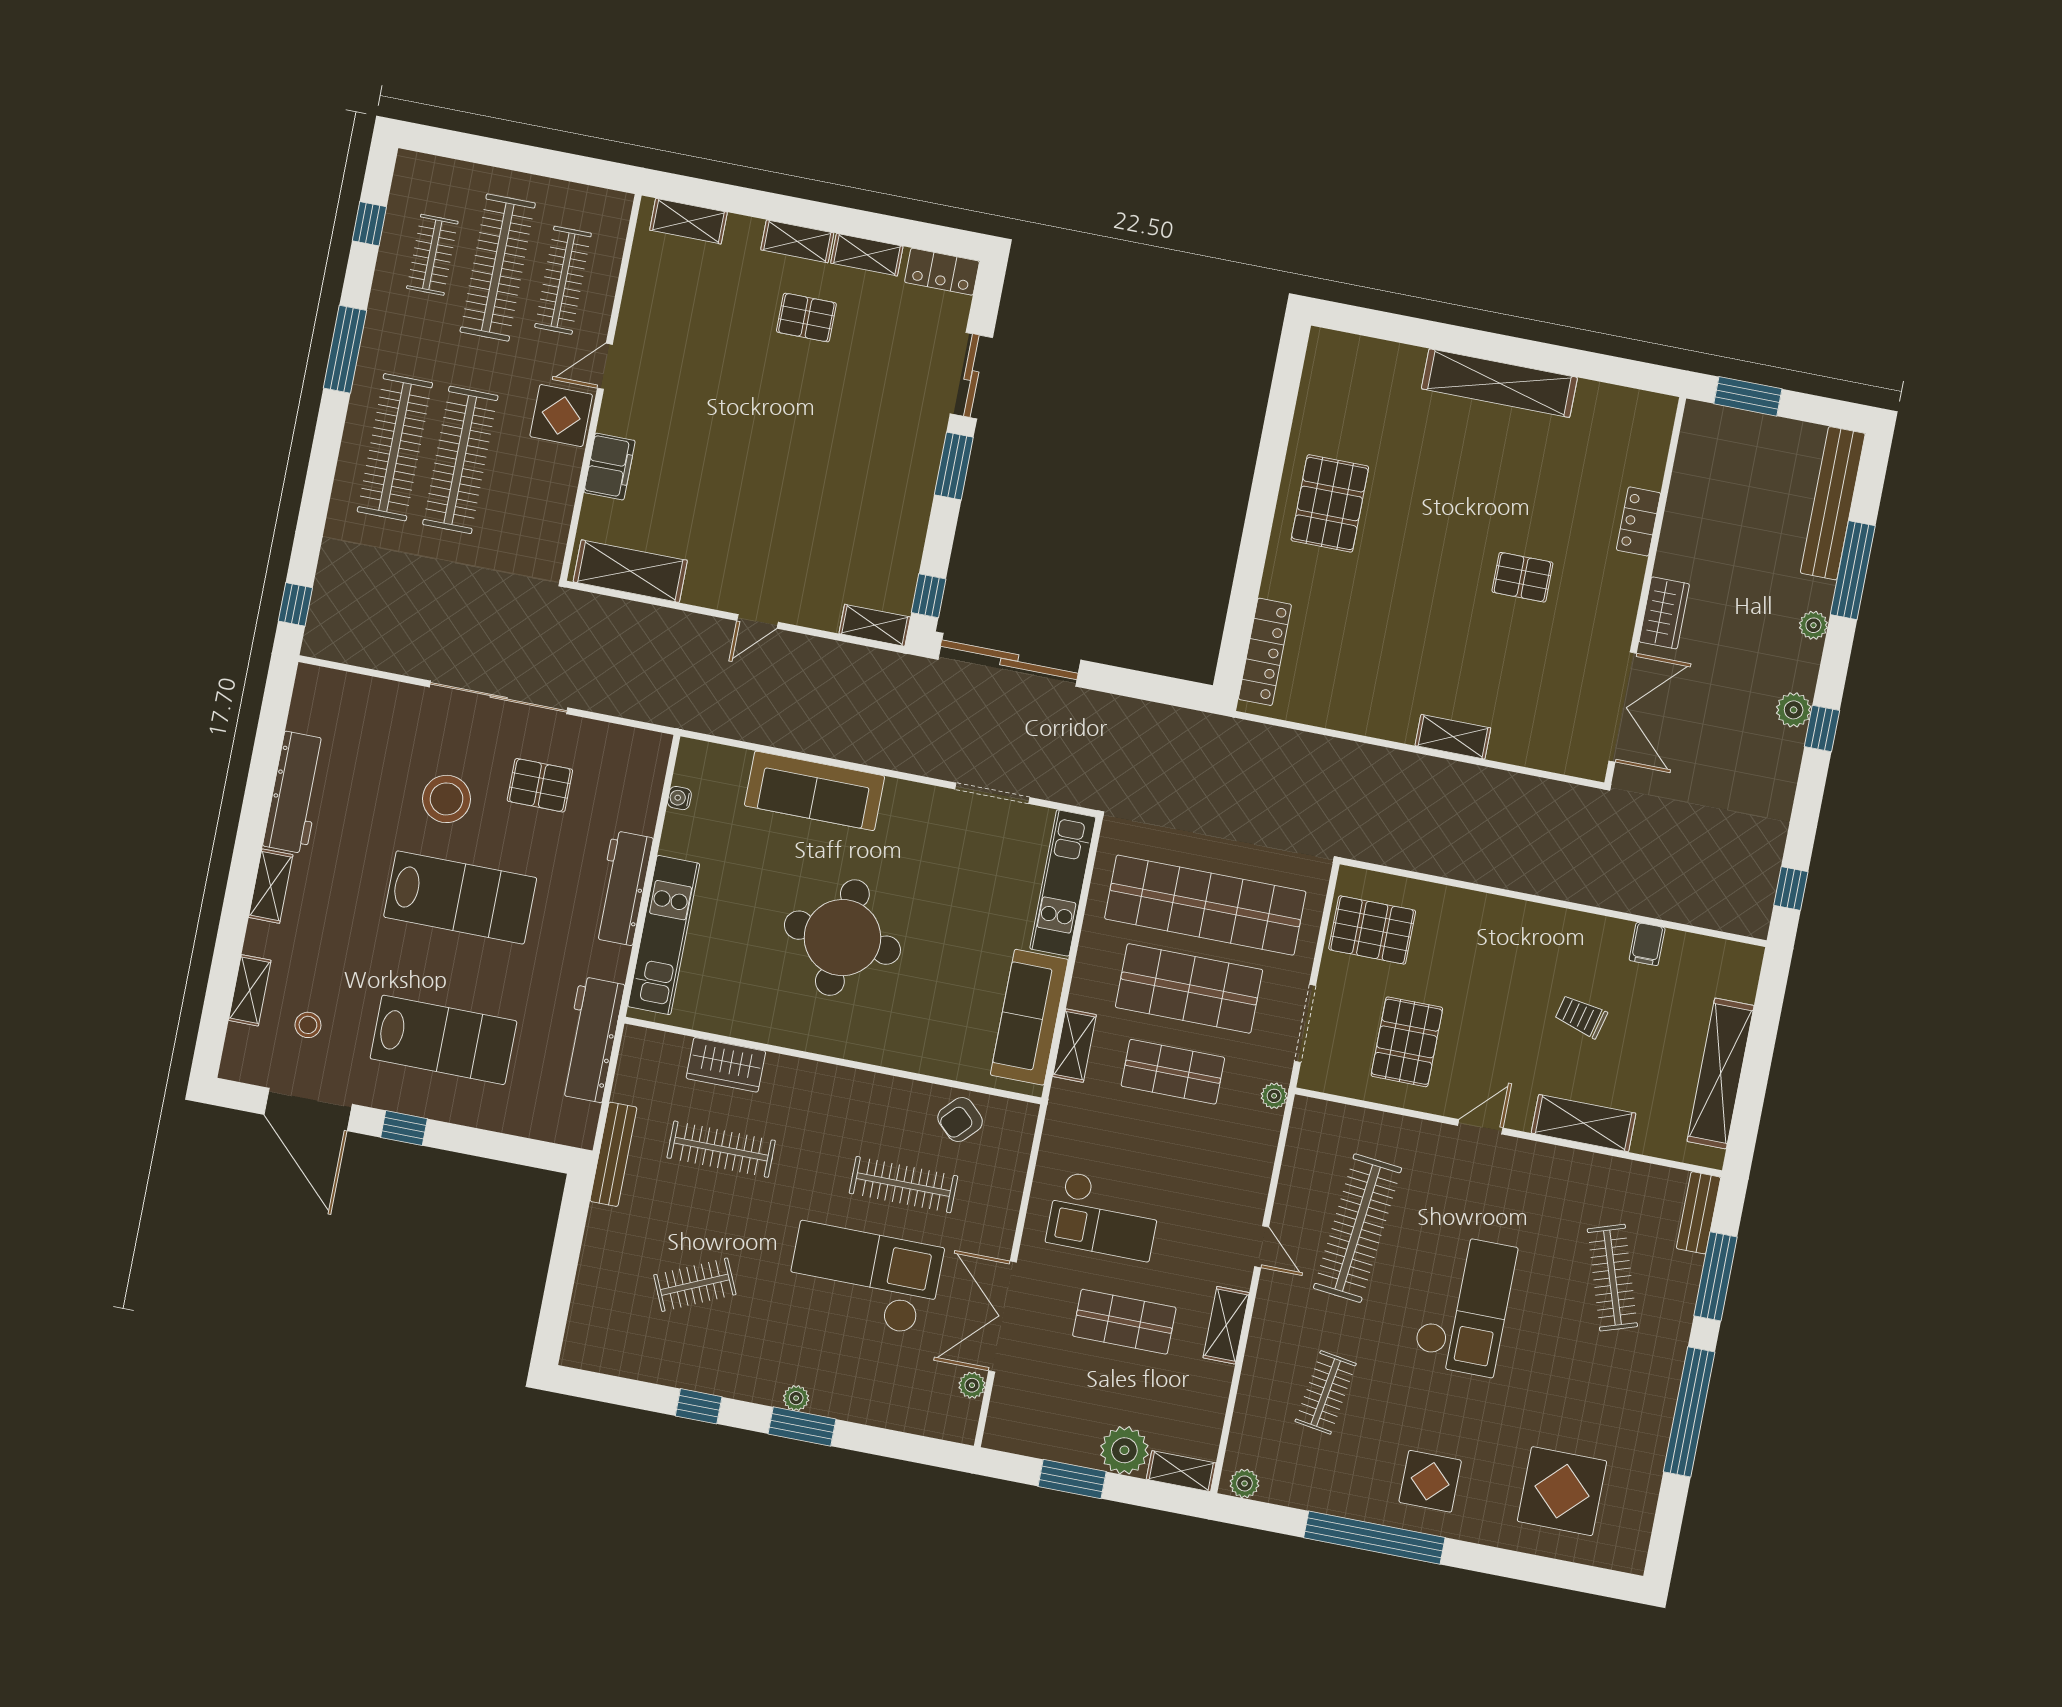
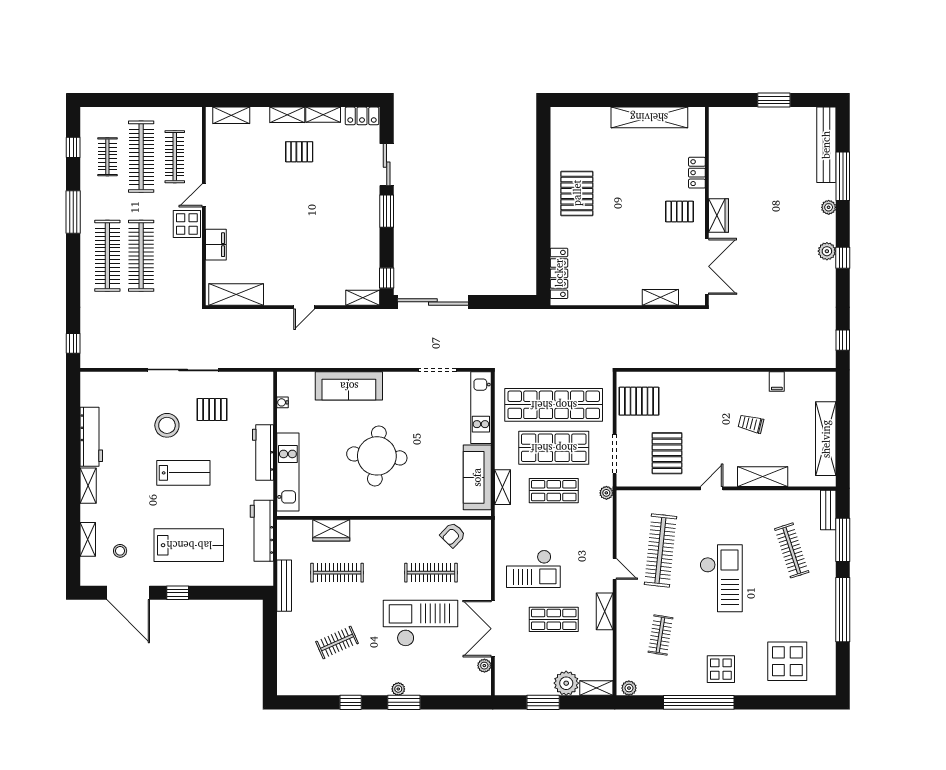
locker: (1639, 521) -> (697, 173), moved
wall: (1645, 590) -> (707, 206), moved
wardrobe: (1664, 613) -> (718, 216), moved
double door: (1623, 707) -> (707, 266), moved
lab bench: (460, 897) -> (183, 473), width x0.73, depth x0.72

